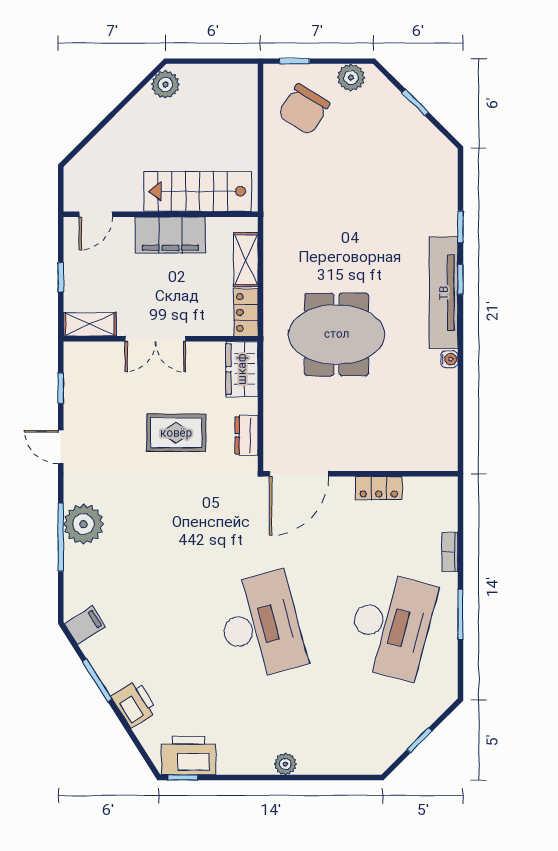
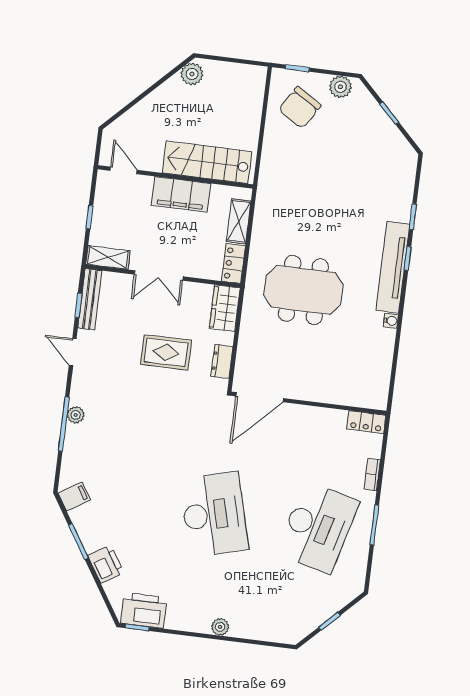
door: (96, 214) -> (124, 170), swing flipped
bench: (74, 379) -> (90, 299), added
locker: (379, 488) -> (366, 422), moved
plant: (83, 524) -> (76, 415), width x0.53, depth x0.53

